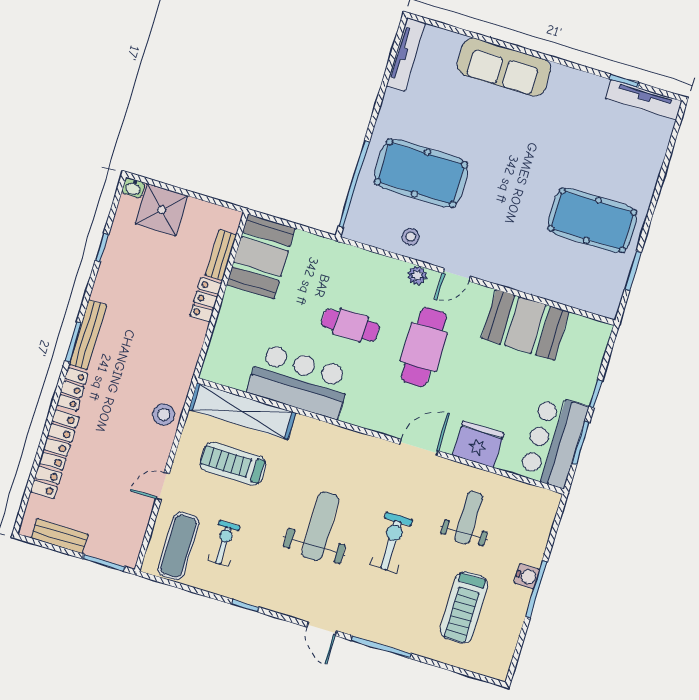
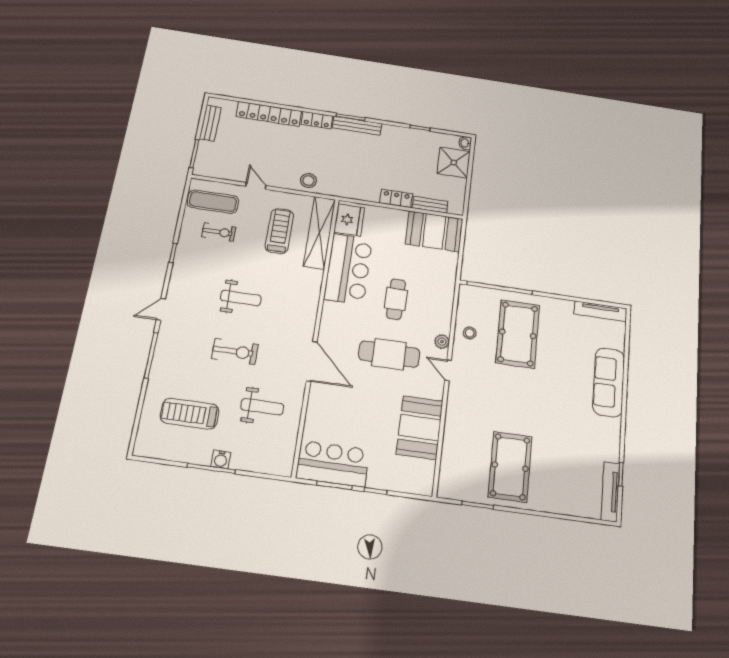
fridge: (478, 444) -> (349, 220), moved
door: (419, 448) -> (312, 361), width x1.36
weight bench: (320, 526) -> (241, 298), width x0.73, depth x0.75

